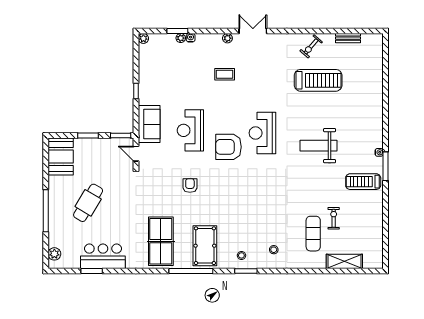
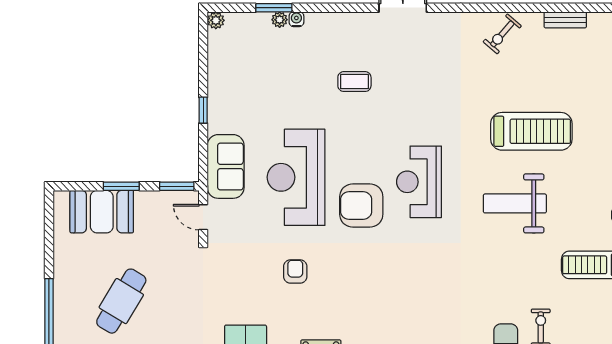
plant: (227, 38) -> (359, 20), removed
treadmill: (318, 80) -> (531, 131), moved
reception desk: (190, 130) -> (296, 177), width x1.36, depth x1.30
booth: (61, 157) -> (102, 212), moved, turned 90

